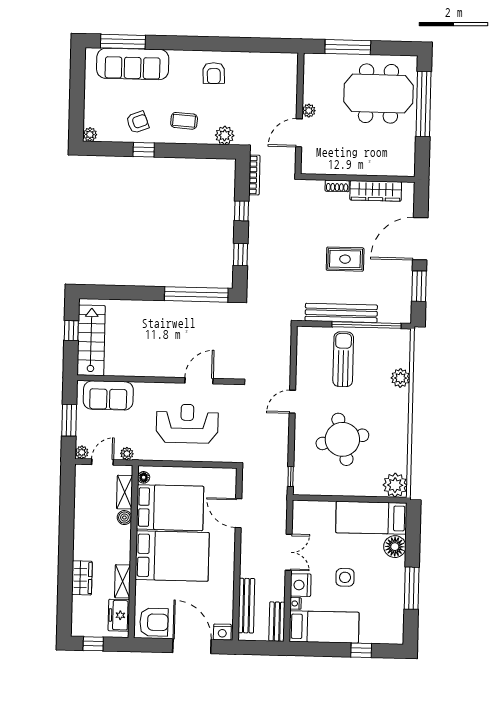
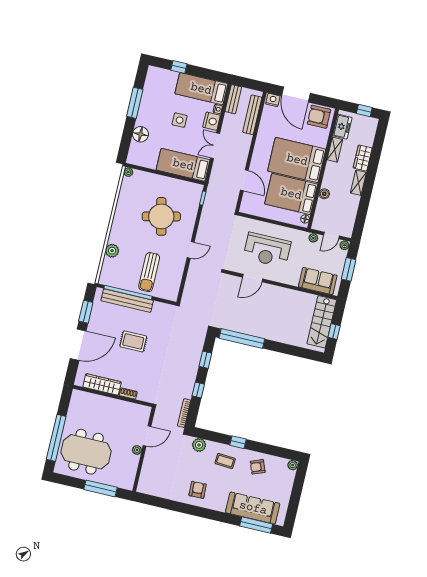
window: (144, 150) -> (238, 442), moved
bench: (341, 313) -> (127, 301), moved
plant: (395, 485) -> (128, 172), width x0.53, depth x0.53
shelving: (125, 492) -> (358, 183), moved
bed: (371, 518) -> (183, 165), moved, turned 180

